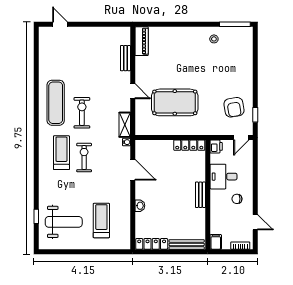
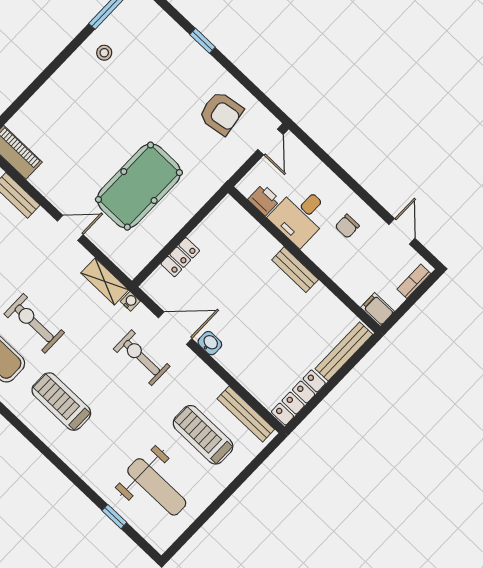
window: (255, 115) -> (203, 41), moved
locker: (189, 145) -> (180, 257), moved, width x0.66
printer: (216, 146) -> (264, 200), moved
exercise bike: (84, 158) -> (142, 358), moved
washbasin: (140, 206) -> (210, 343), moved
weight bench: (64, 222) -> (157, 487), turned 90
door: (255, 222) -> (402, 231), hinge flipped
bench: (126, 229) -> (246, 414), added

